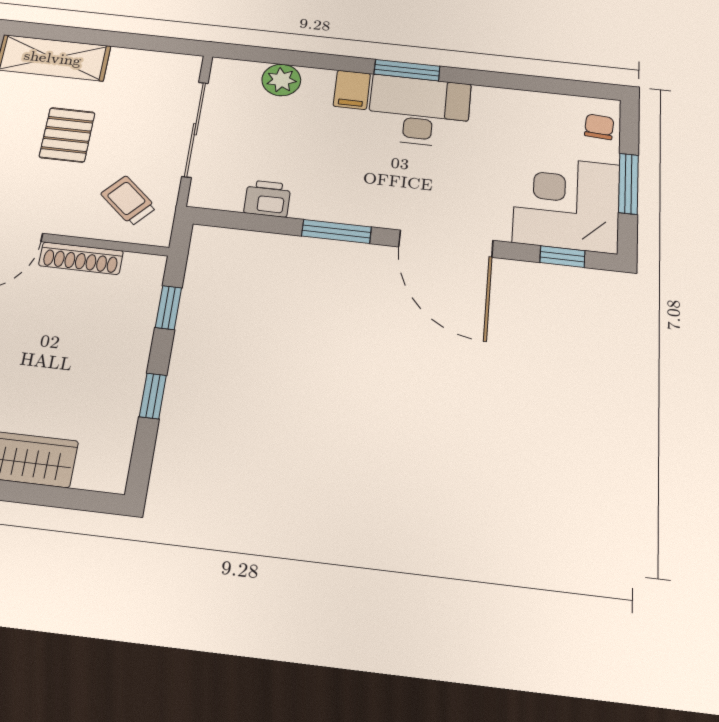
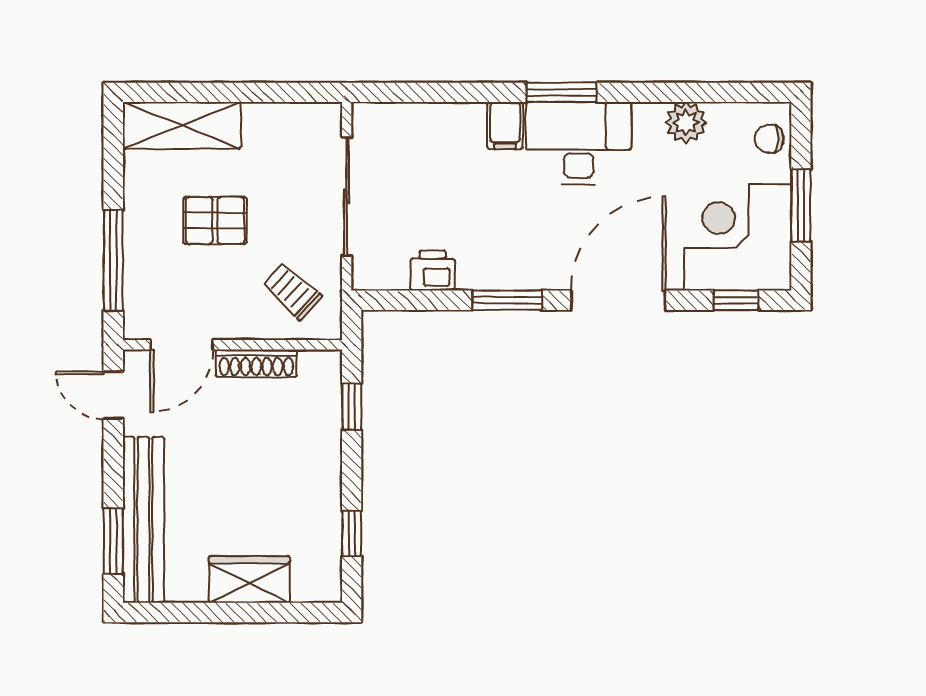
plant: (281, 80) -> (686, 122), moved
chair: (599, 127) -> (769, 139), turned -94
pallet: (67, 135) -> (215, 220), turned 90
door: (446, 244) -> (618, 300), swing flipped
window: (153, 396) -> (352, 534), moved

